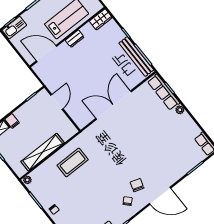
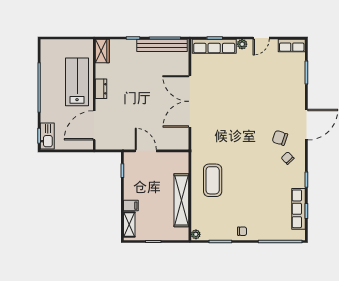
door: (194, 119) -> (261, 38), added

